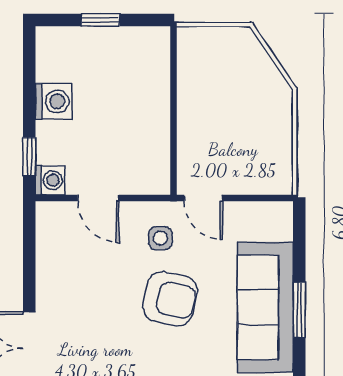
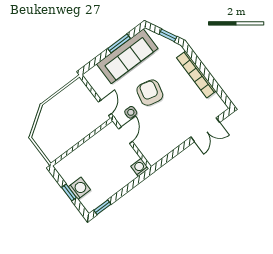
washing machine: (54, 101) -> (79, 188), moved, turned 90
window: (29, 157) -> (102, 207), moved
door: (98, 198) -> (125, 135), moved

